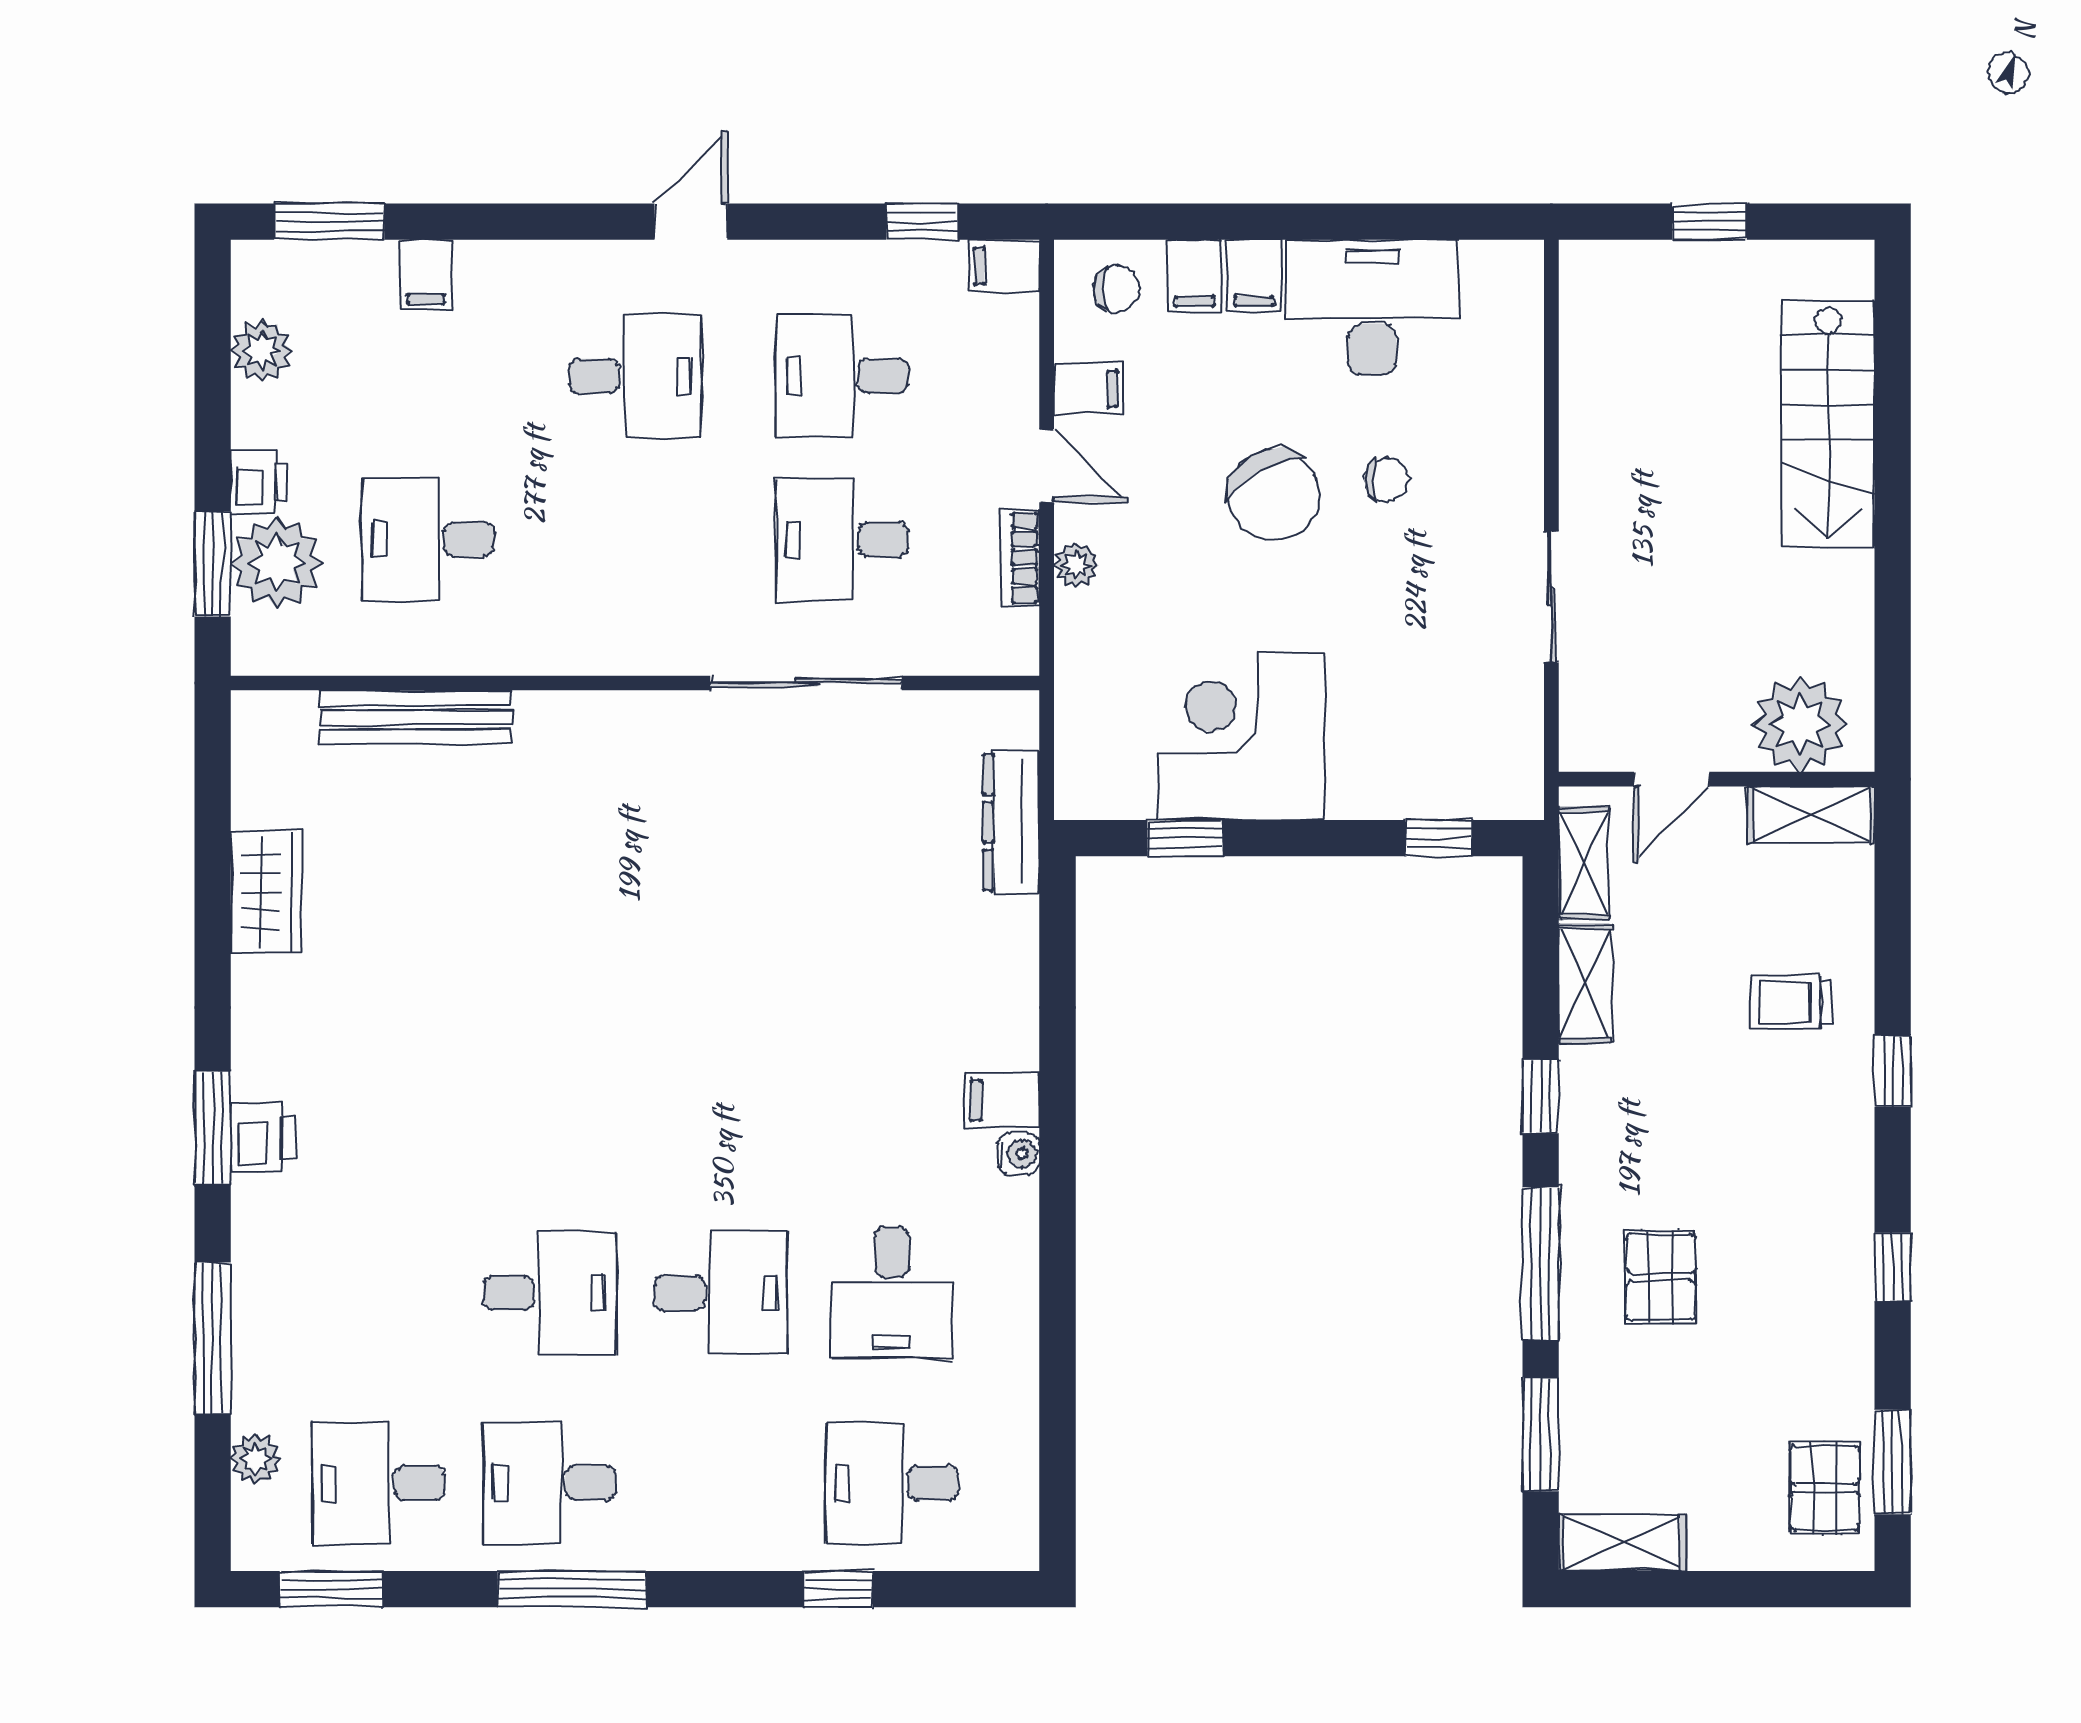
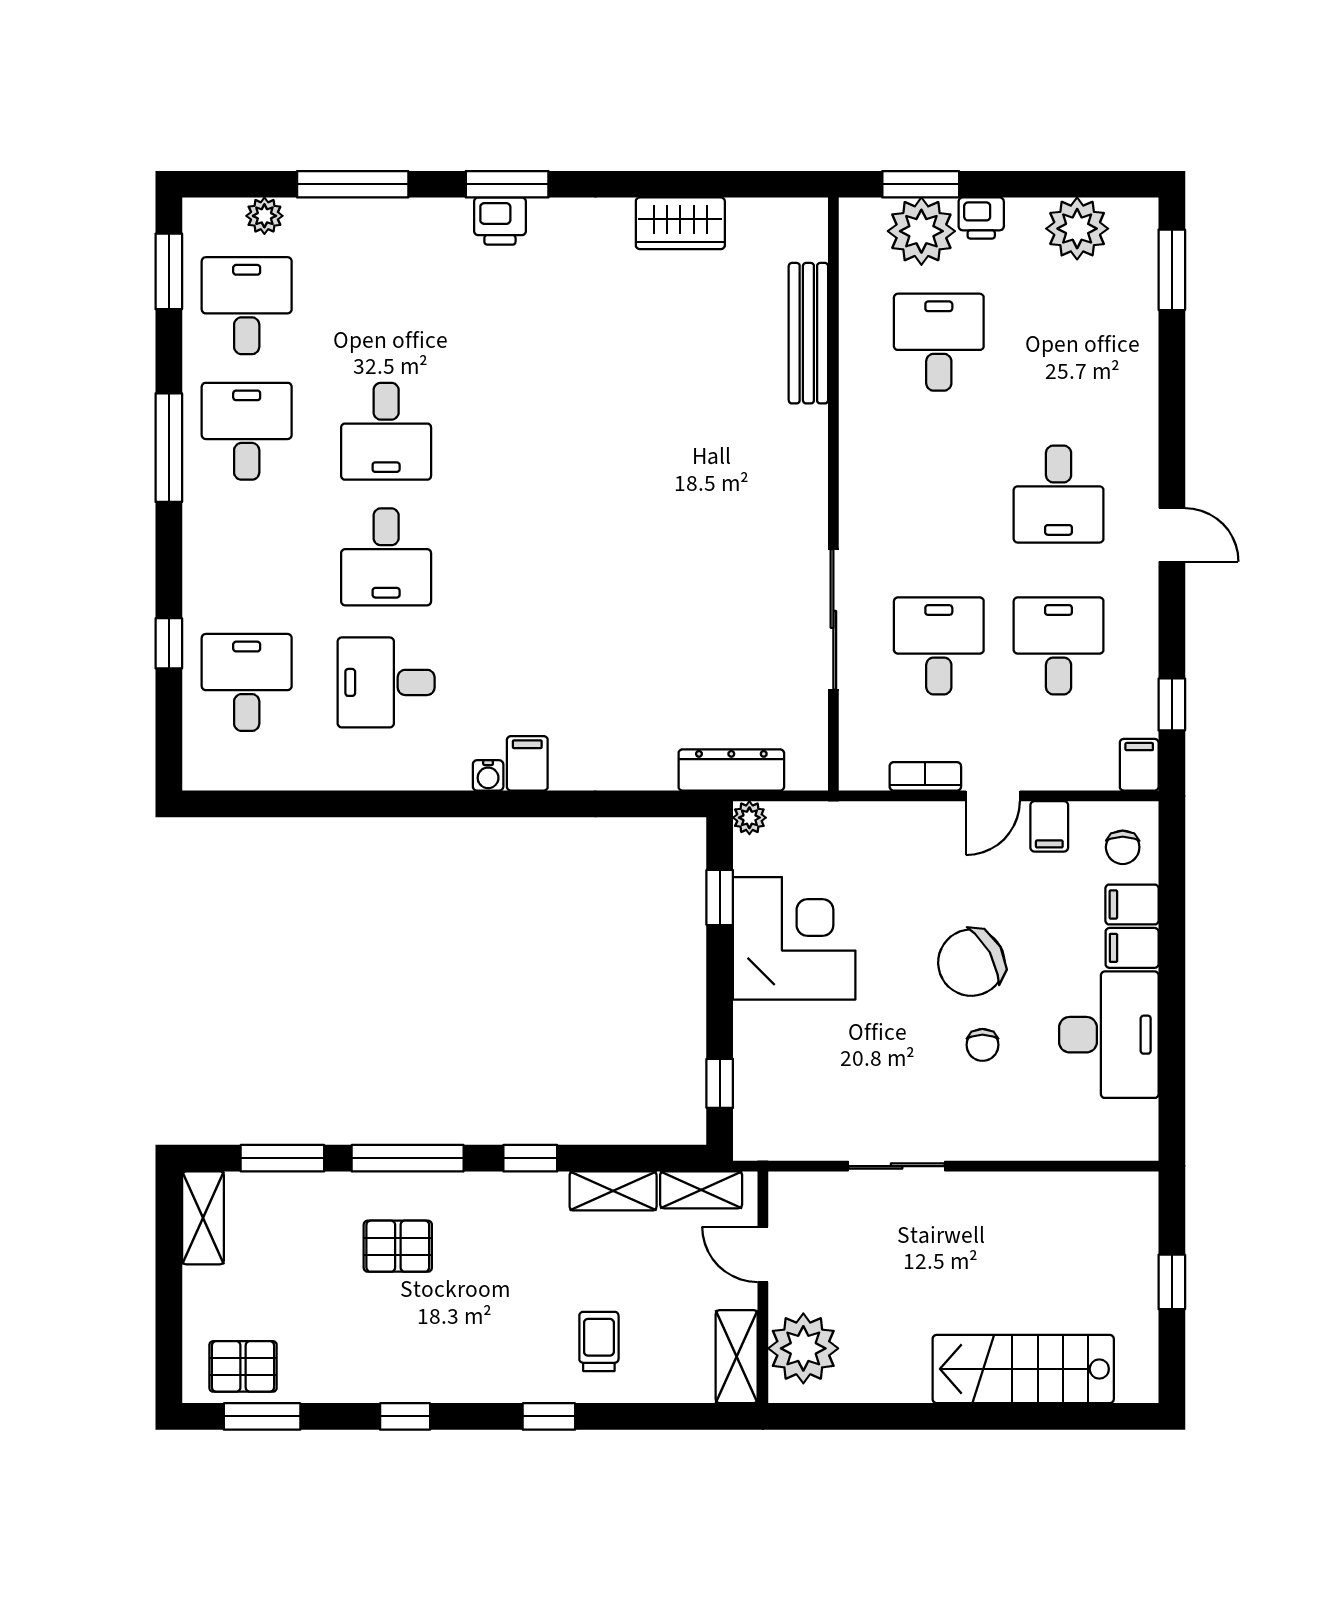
filing cabinet: (426, 275) -> (1133, 341), removed
plant: (262, 351) -> (1077, 229), width x1.36, depth x1.36
plant: (1076, 565) -> (749, 818), moved

